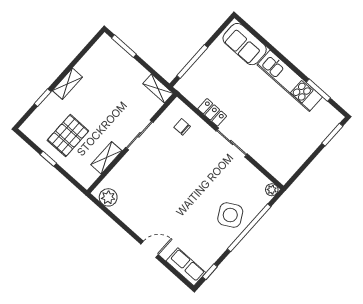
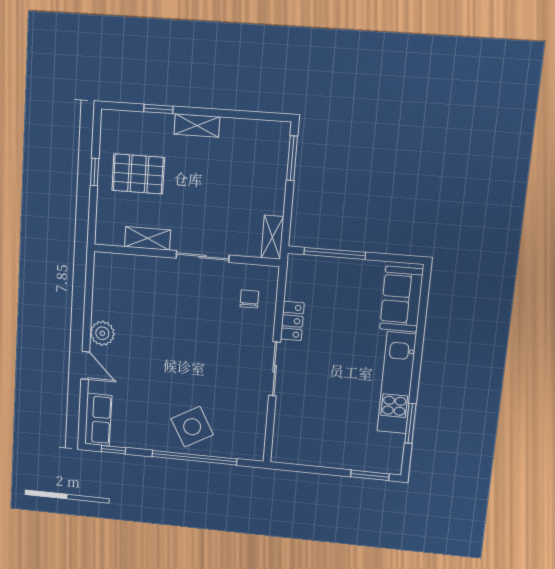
plant: (272, 190) -> (256, 452), removed
plant: (108, 197) -> (102, 333), moved

